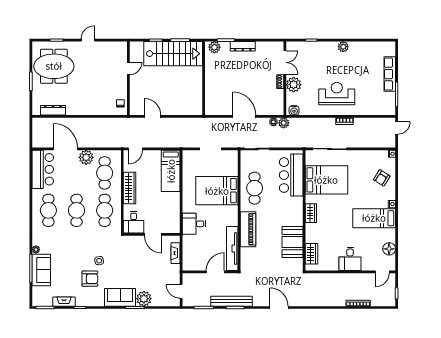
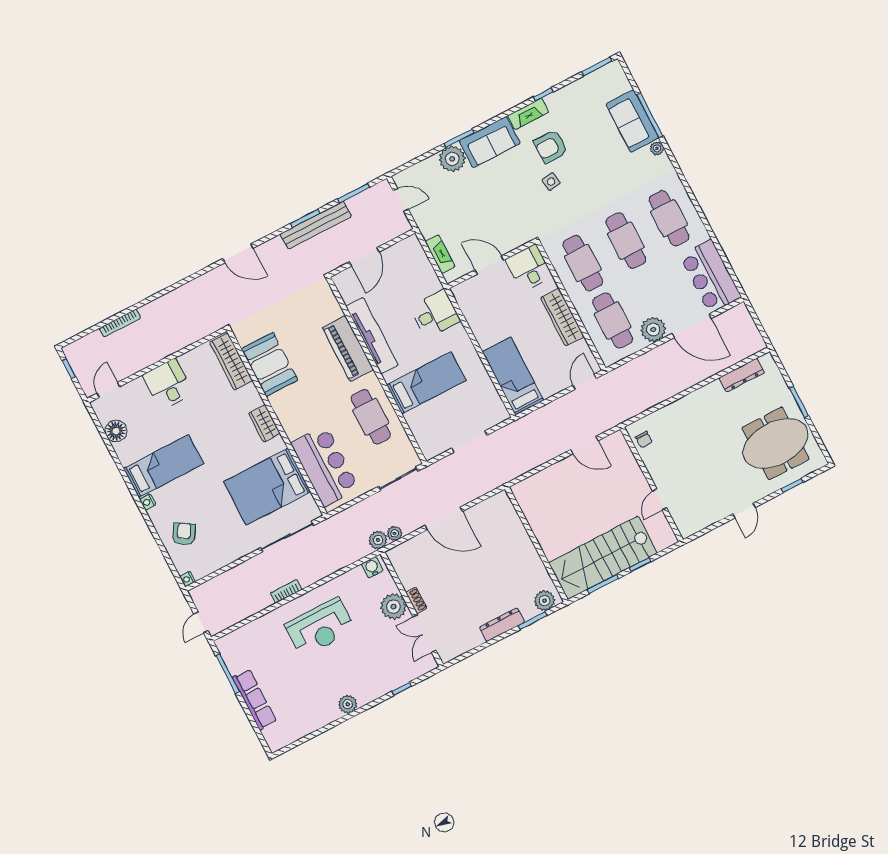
bed: (217, 191) -> (426, 383), width x0.67
tv unit: (232, 248) -> (372, 336), moved
wardrobe: (311, 254) -> (231, 362), width x1.50
fireplace: (64, 302) -> (528, 114), moved

